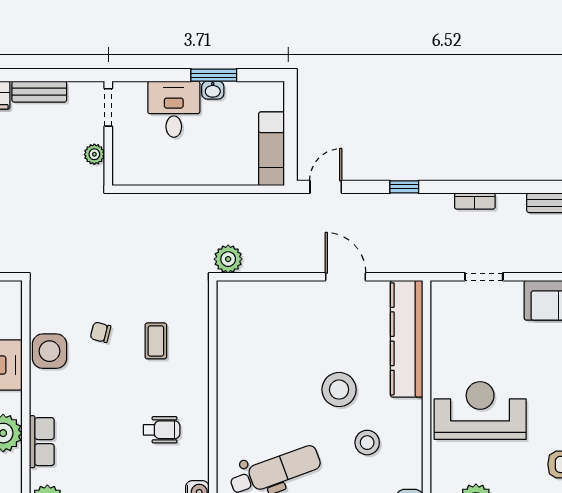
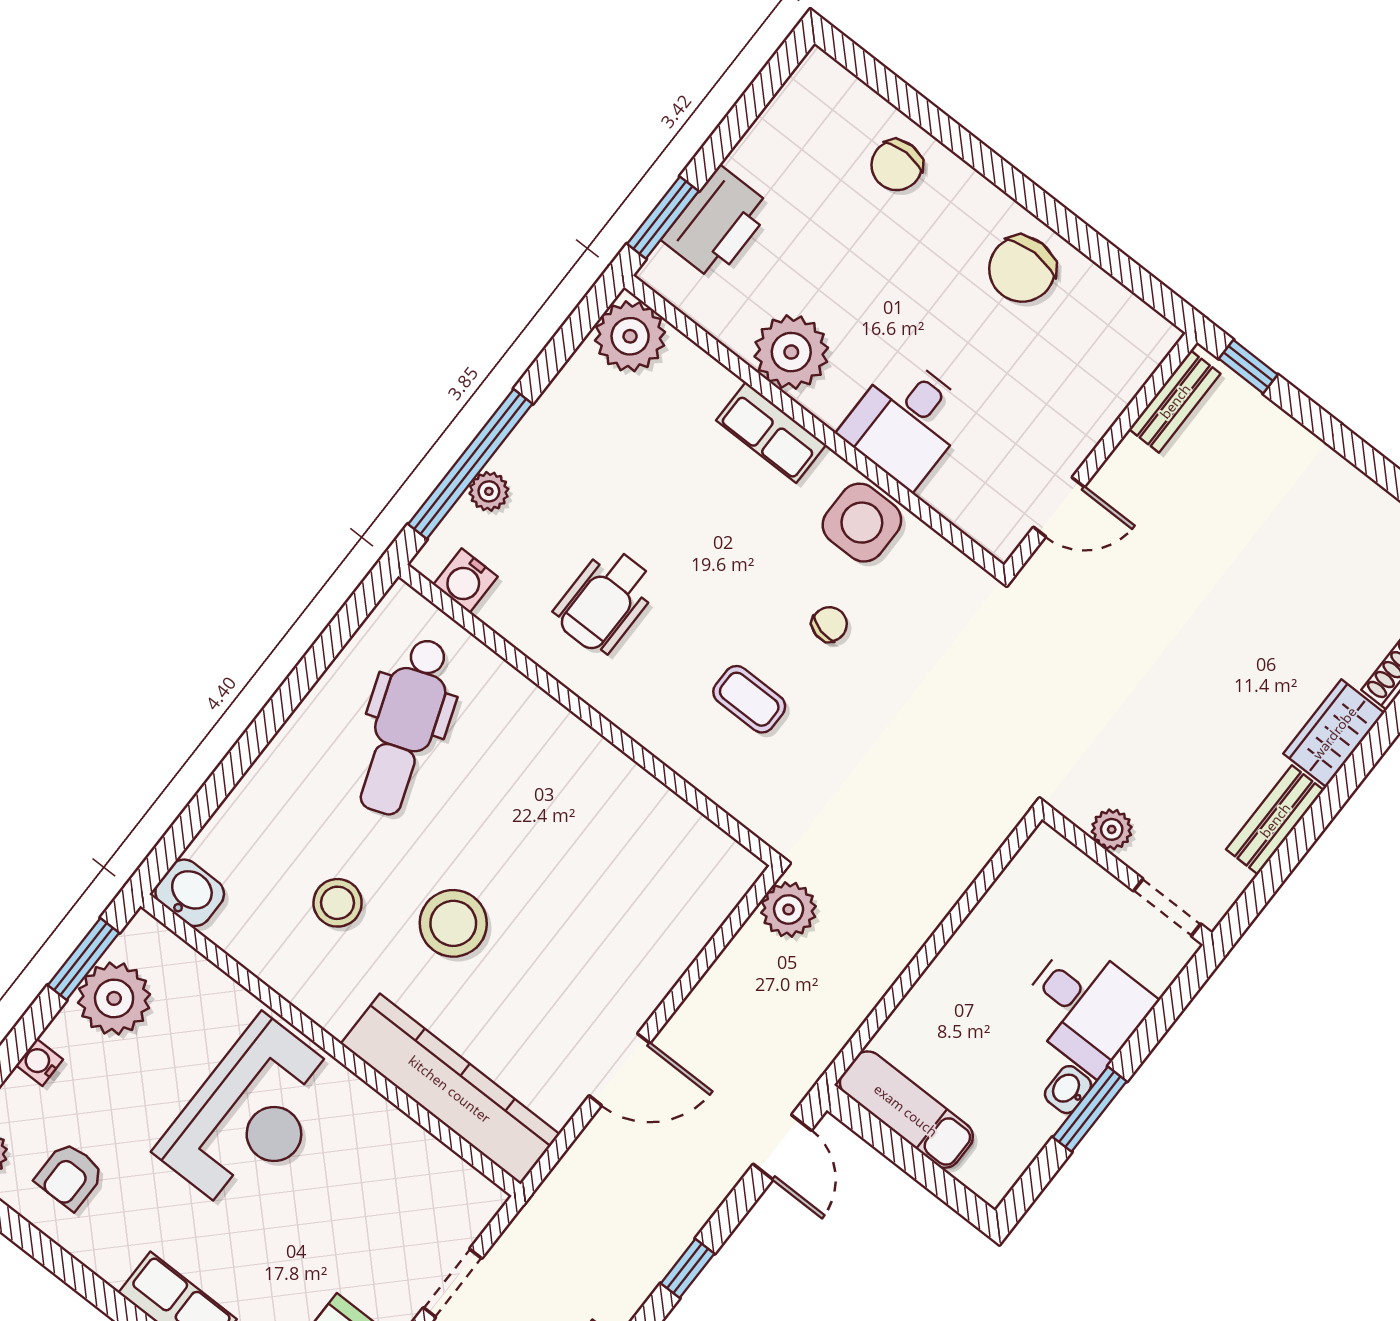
wheelchair: (162, 430) -> (605, 601), width x1.36, depth x1.37
row of seats: (42, 442) -> (771, 433), moved

